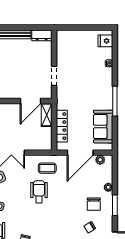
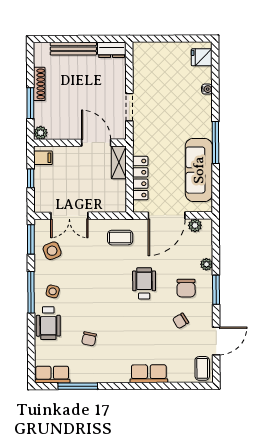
door: (30, 101) -> (96, 143), swing flipped
sofa: (103, 127) -> (199, 170), width x1.36
wheelchair: (39, 192) -> (144, 283), moved

